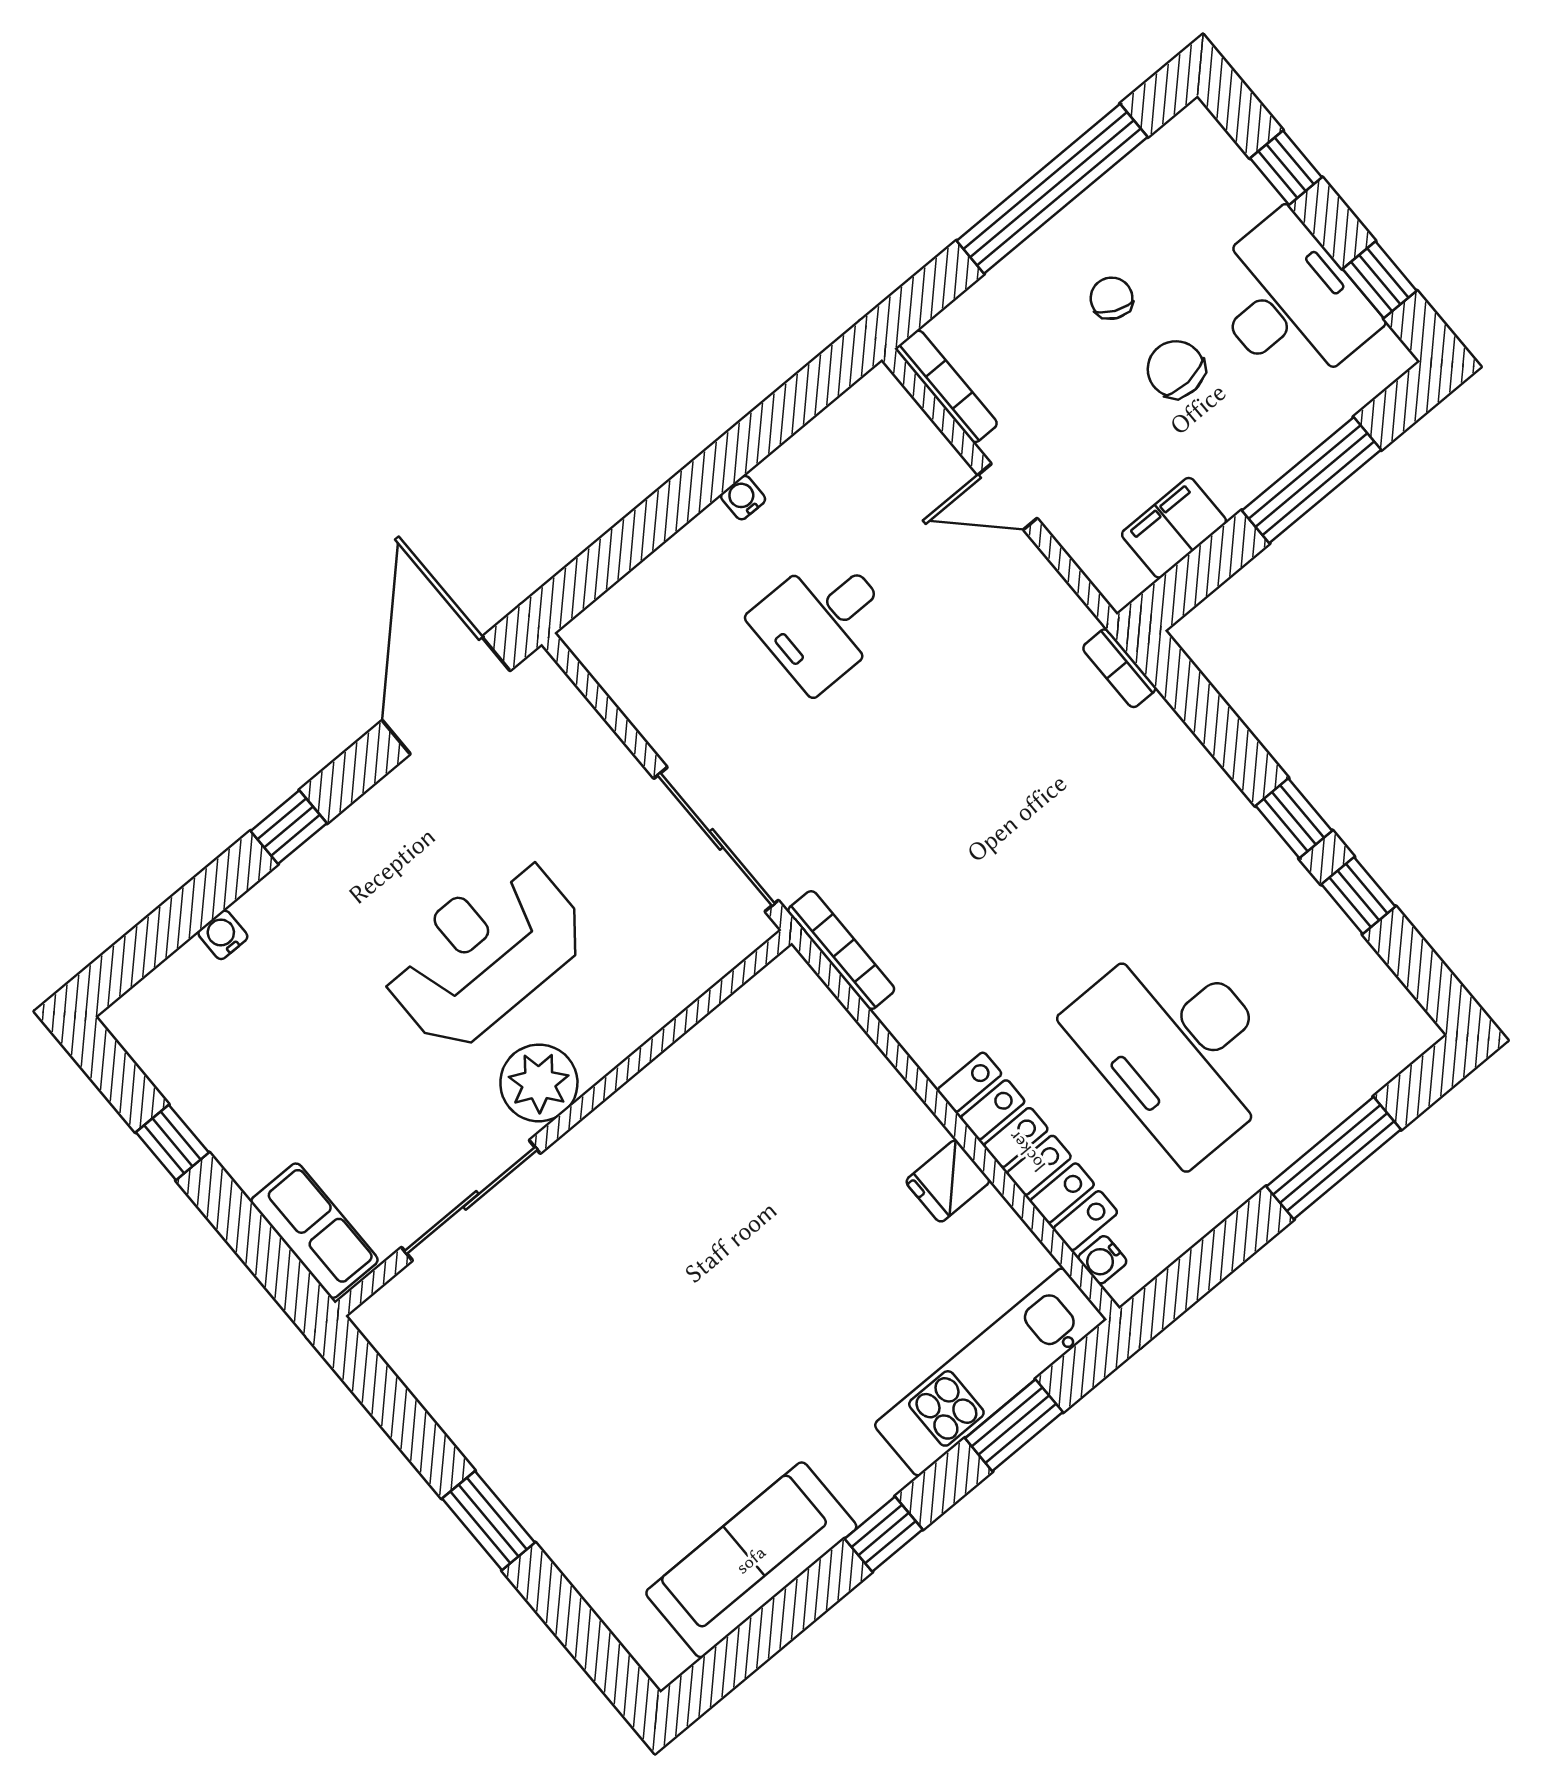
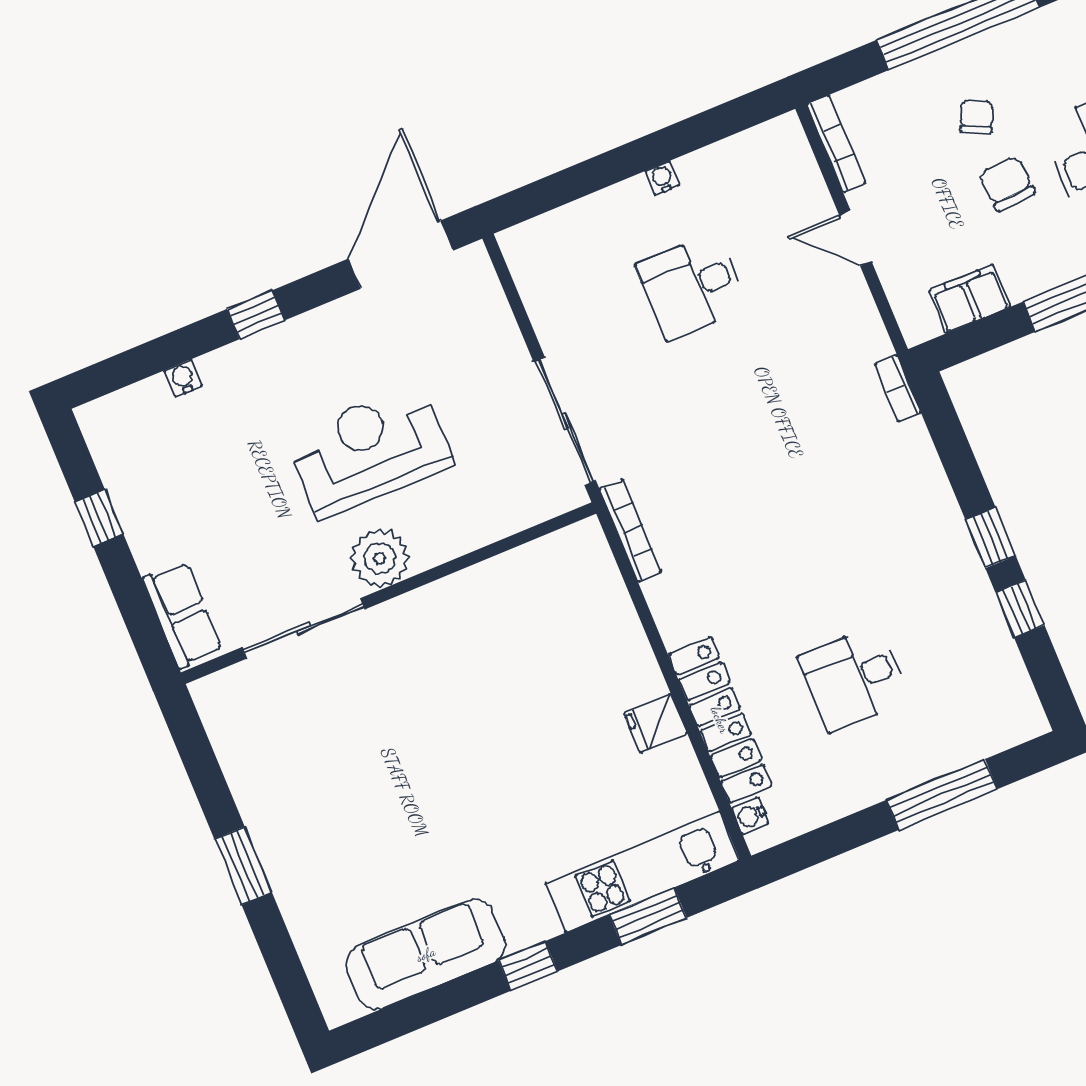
desk: (1179, 1047) -> (854, 678), width x0.53, depth x0.77

